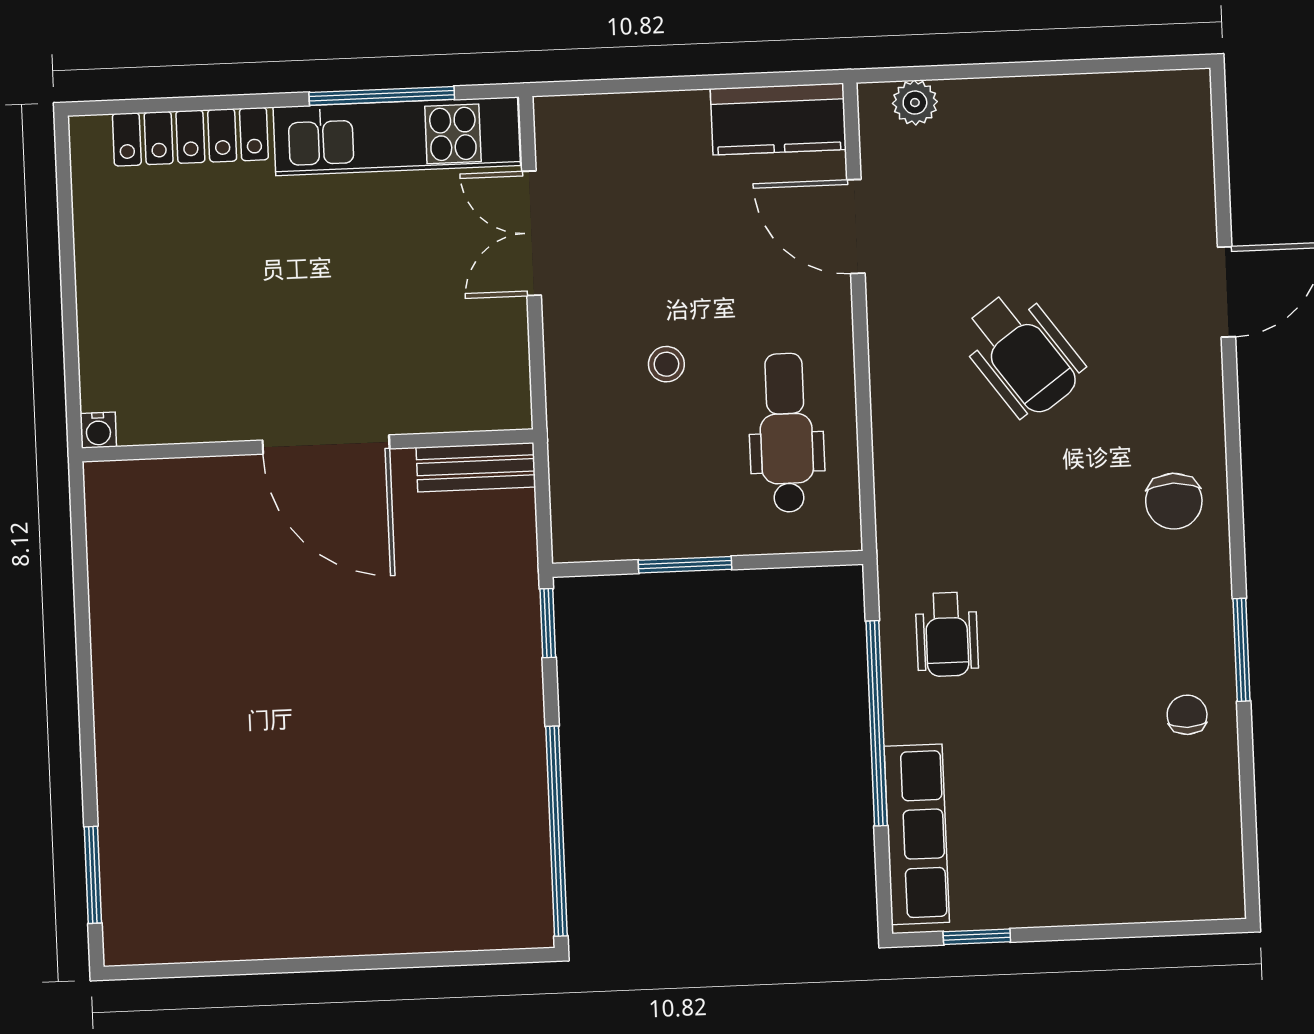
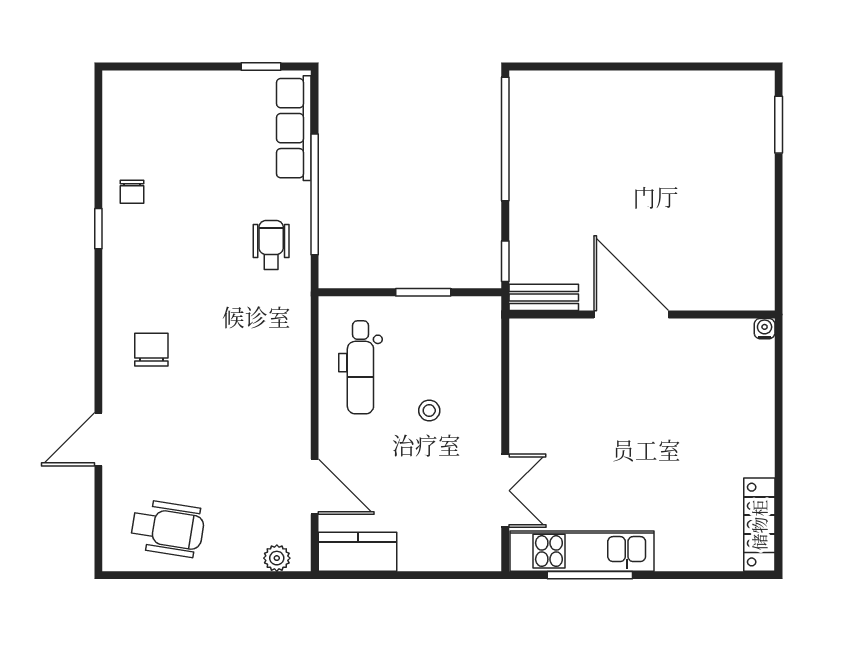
locker: (190, 137) -> (759, 525), moved, turned -90
wheelchair: (1022, 354) -> (168, 528), moved, turned 135
water cooler: (98, 430) -> (765, 329), moved
wall: (308, 445) -> (642, 314), moved
door: (326, 445) -> (631, 314), moved
bench: (476, 467) -> (544, 297), moved
chair: (1174, 501) -> (151, 350), moved
window: (1242, 650) -> (98, 229), width x0.67

